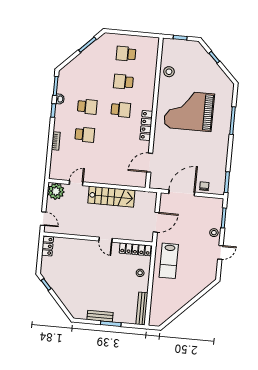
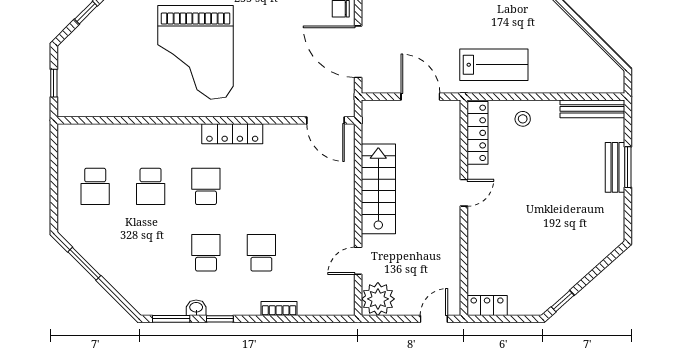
stool: (169, 72) -> (123, 99), removed
door: (150, 163) -> (326, 120), moved
door: (76, 183) -> (358, 261), hinge flipped
bench: (100, 316) -> (615, 167), moved

